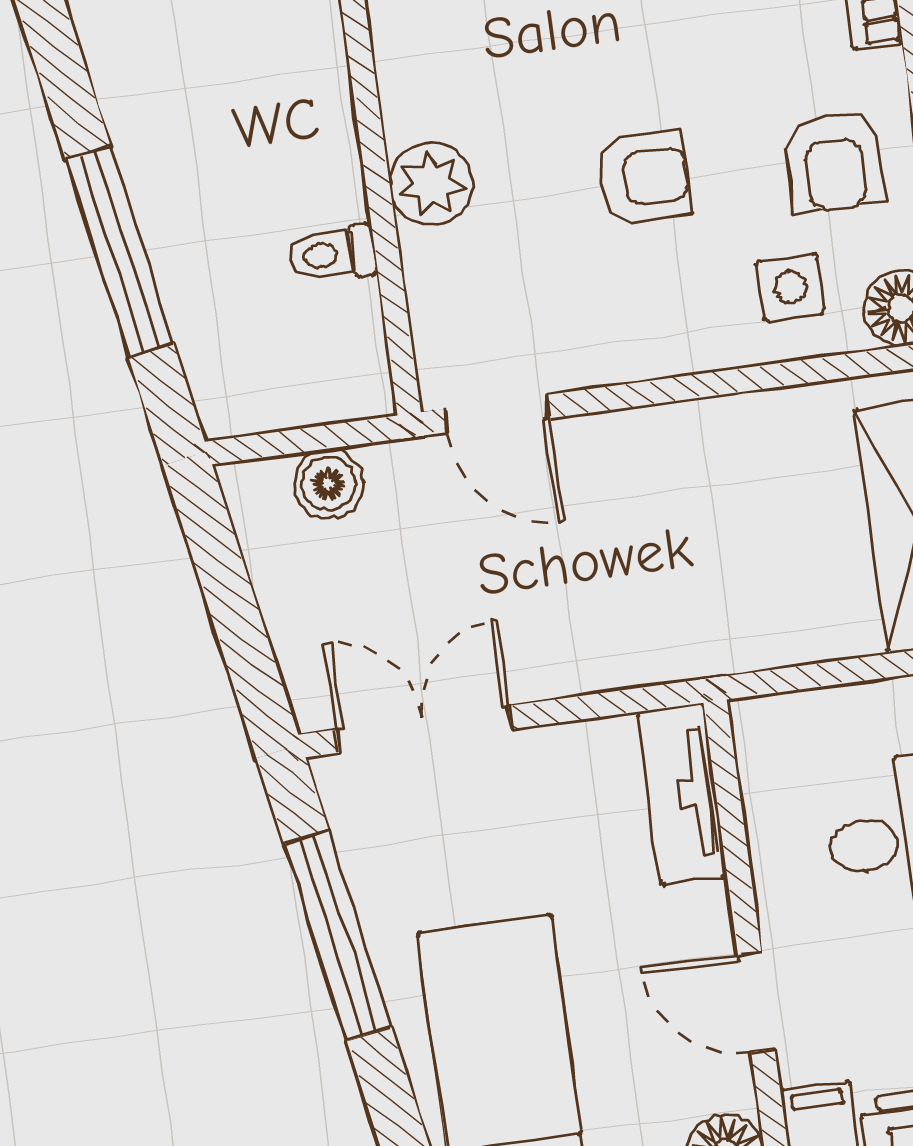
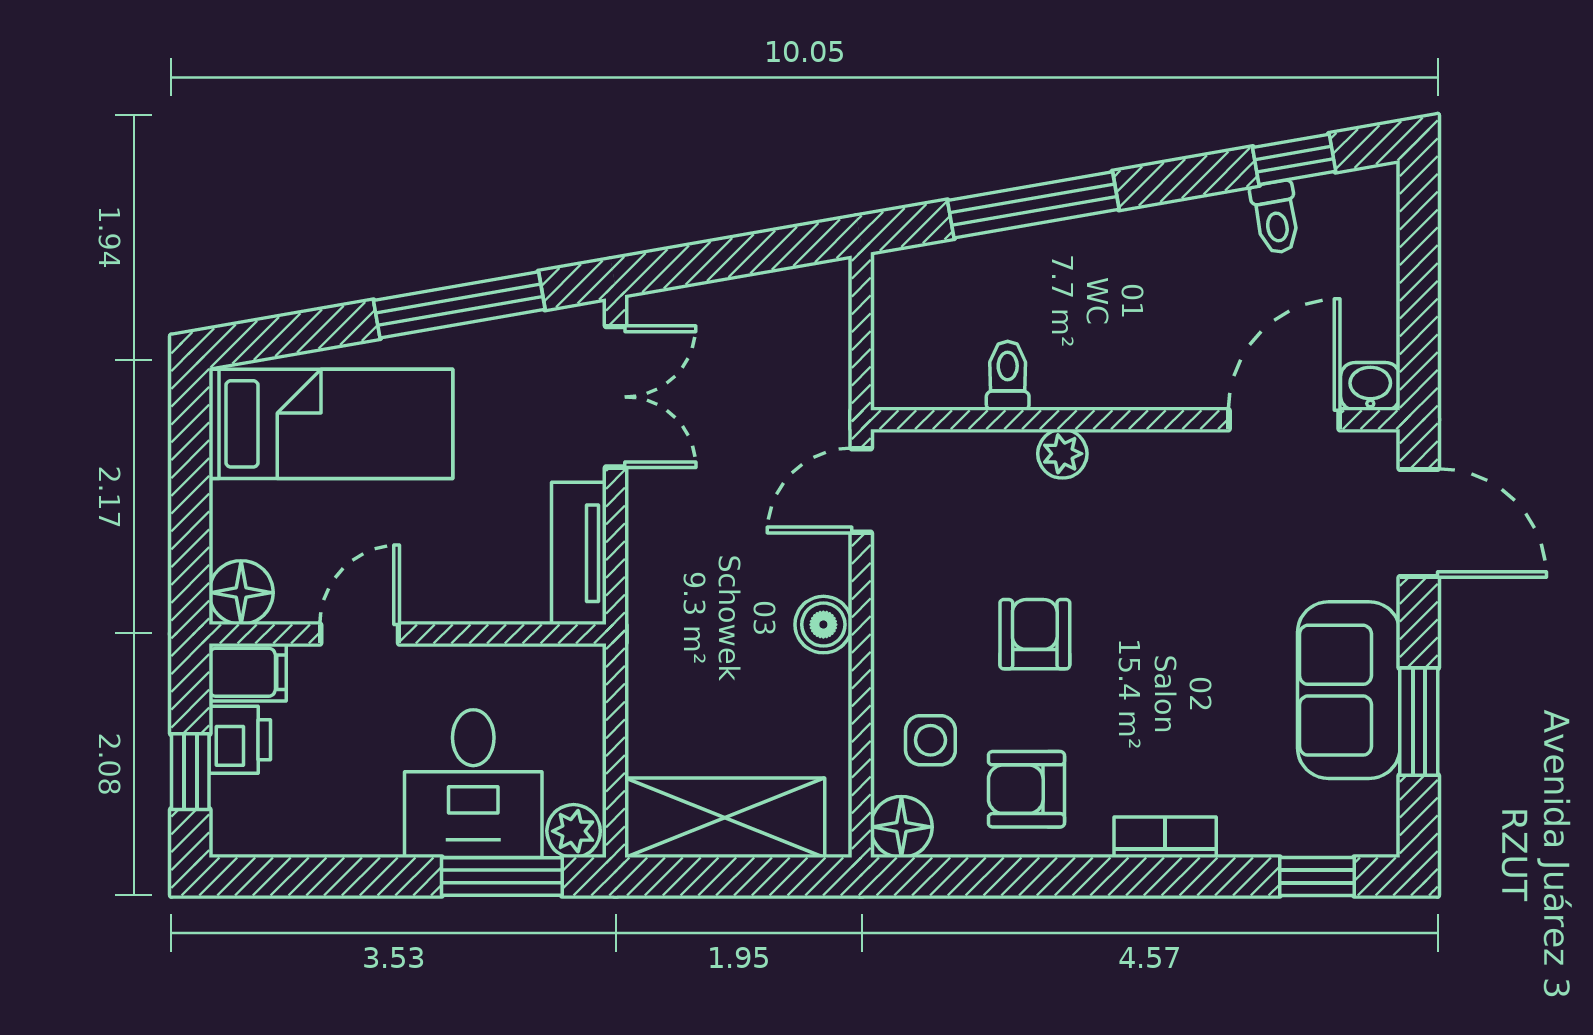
armchair: (644, 178) -> (1035, 634), turned 180
plant: (431, 184) -> (1062, 454), width x0.73, depth x0.73
boiler: (329, 484) -> (823, 625), moved
tv unit: (682, 794) -> (579, 553), moved, turned -90

